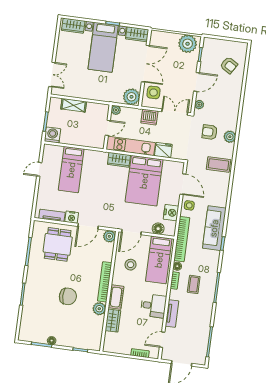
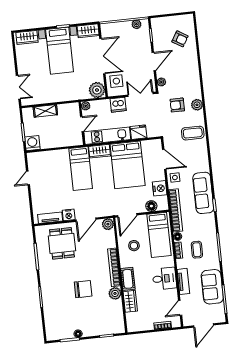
plant: (188, 44) -> (136, 24), width x0.53, depth x0.53
bed: (71, 170) -> (81, 169), moved
sofa: (200, 326) -> (212, 287), added

